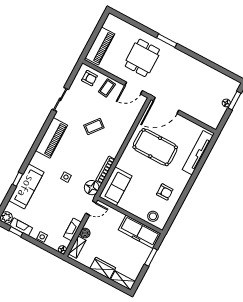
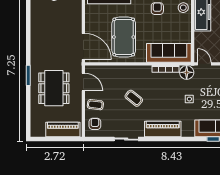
dining table: (142, 58) -> (54, 88), width x1.38
sofa: (116, 186) -> (169, 53), width x1.36

